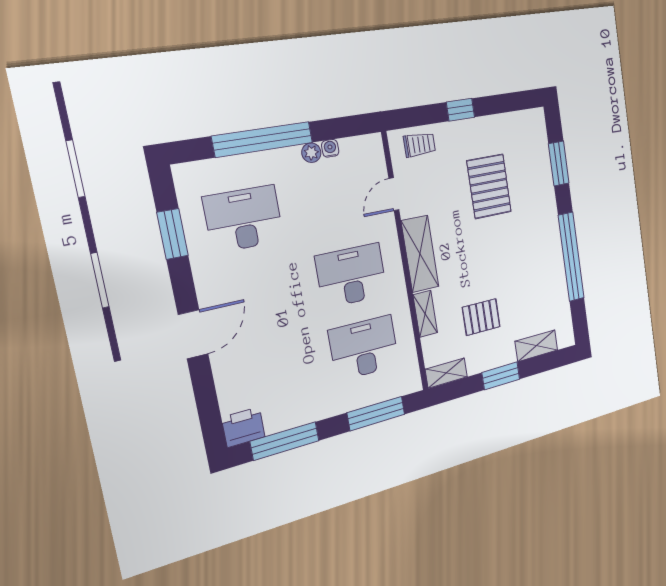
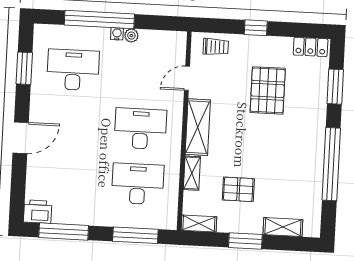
locker: (525, 121) -> (311, 47), added
water cooler: (330, 148) -> (117, 34), moved

